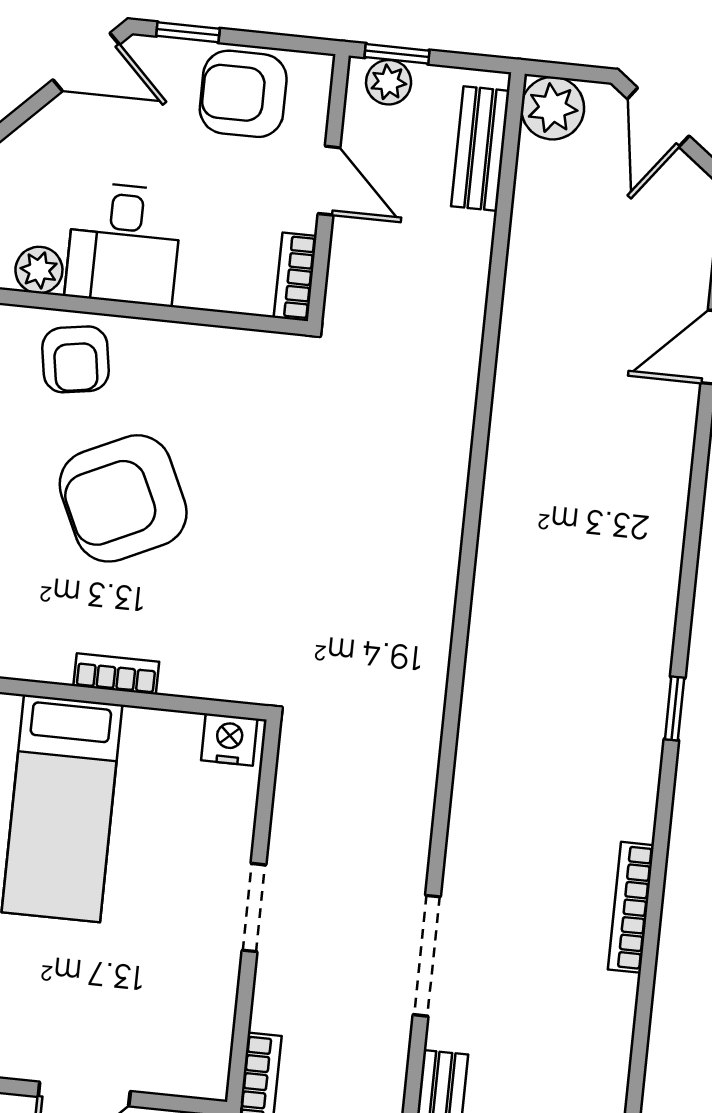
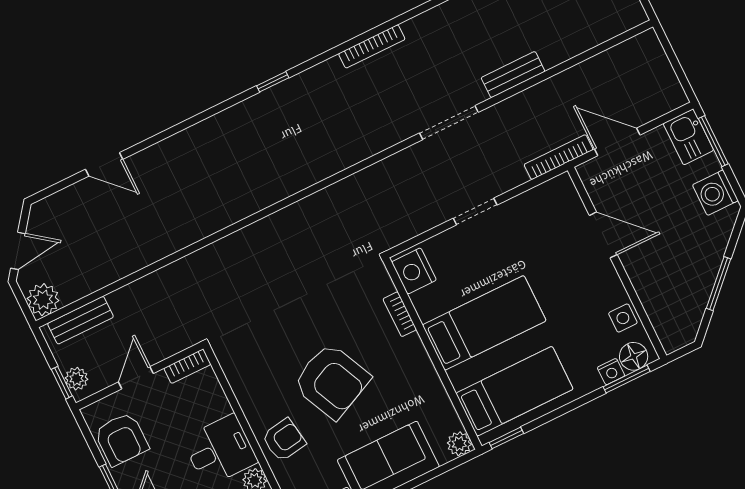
bookcase: (116, 674) -> (400, 314), moved
nightstand: (229, 739) -> (414, 271), width x1.36, depth x1.33

